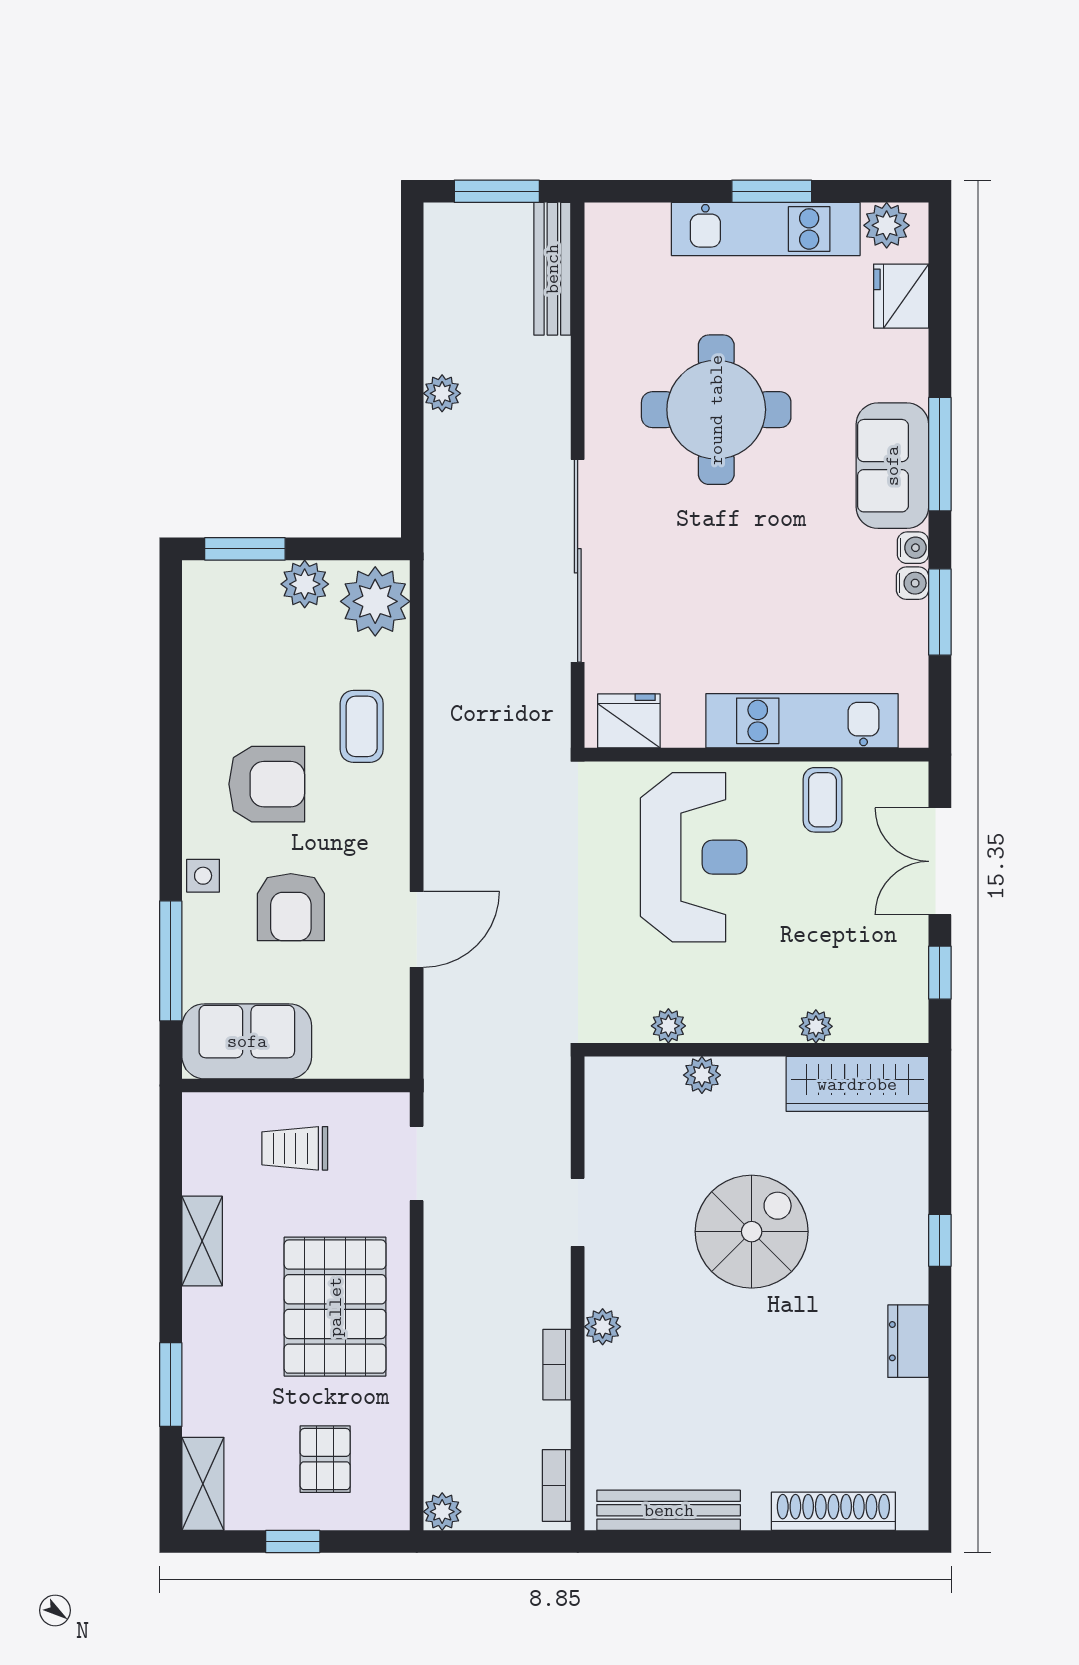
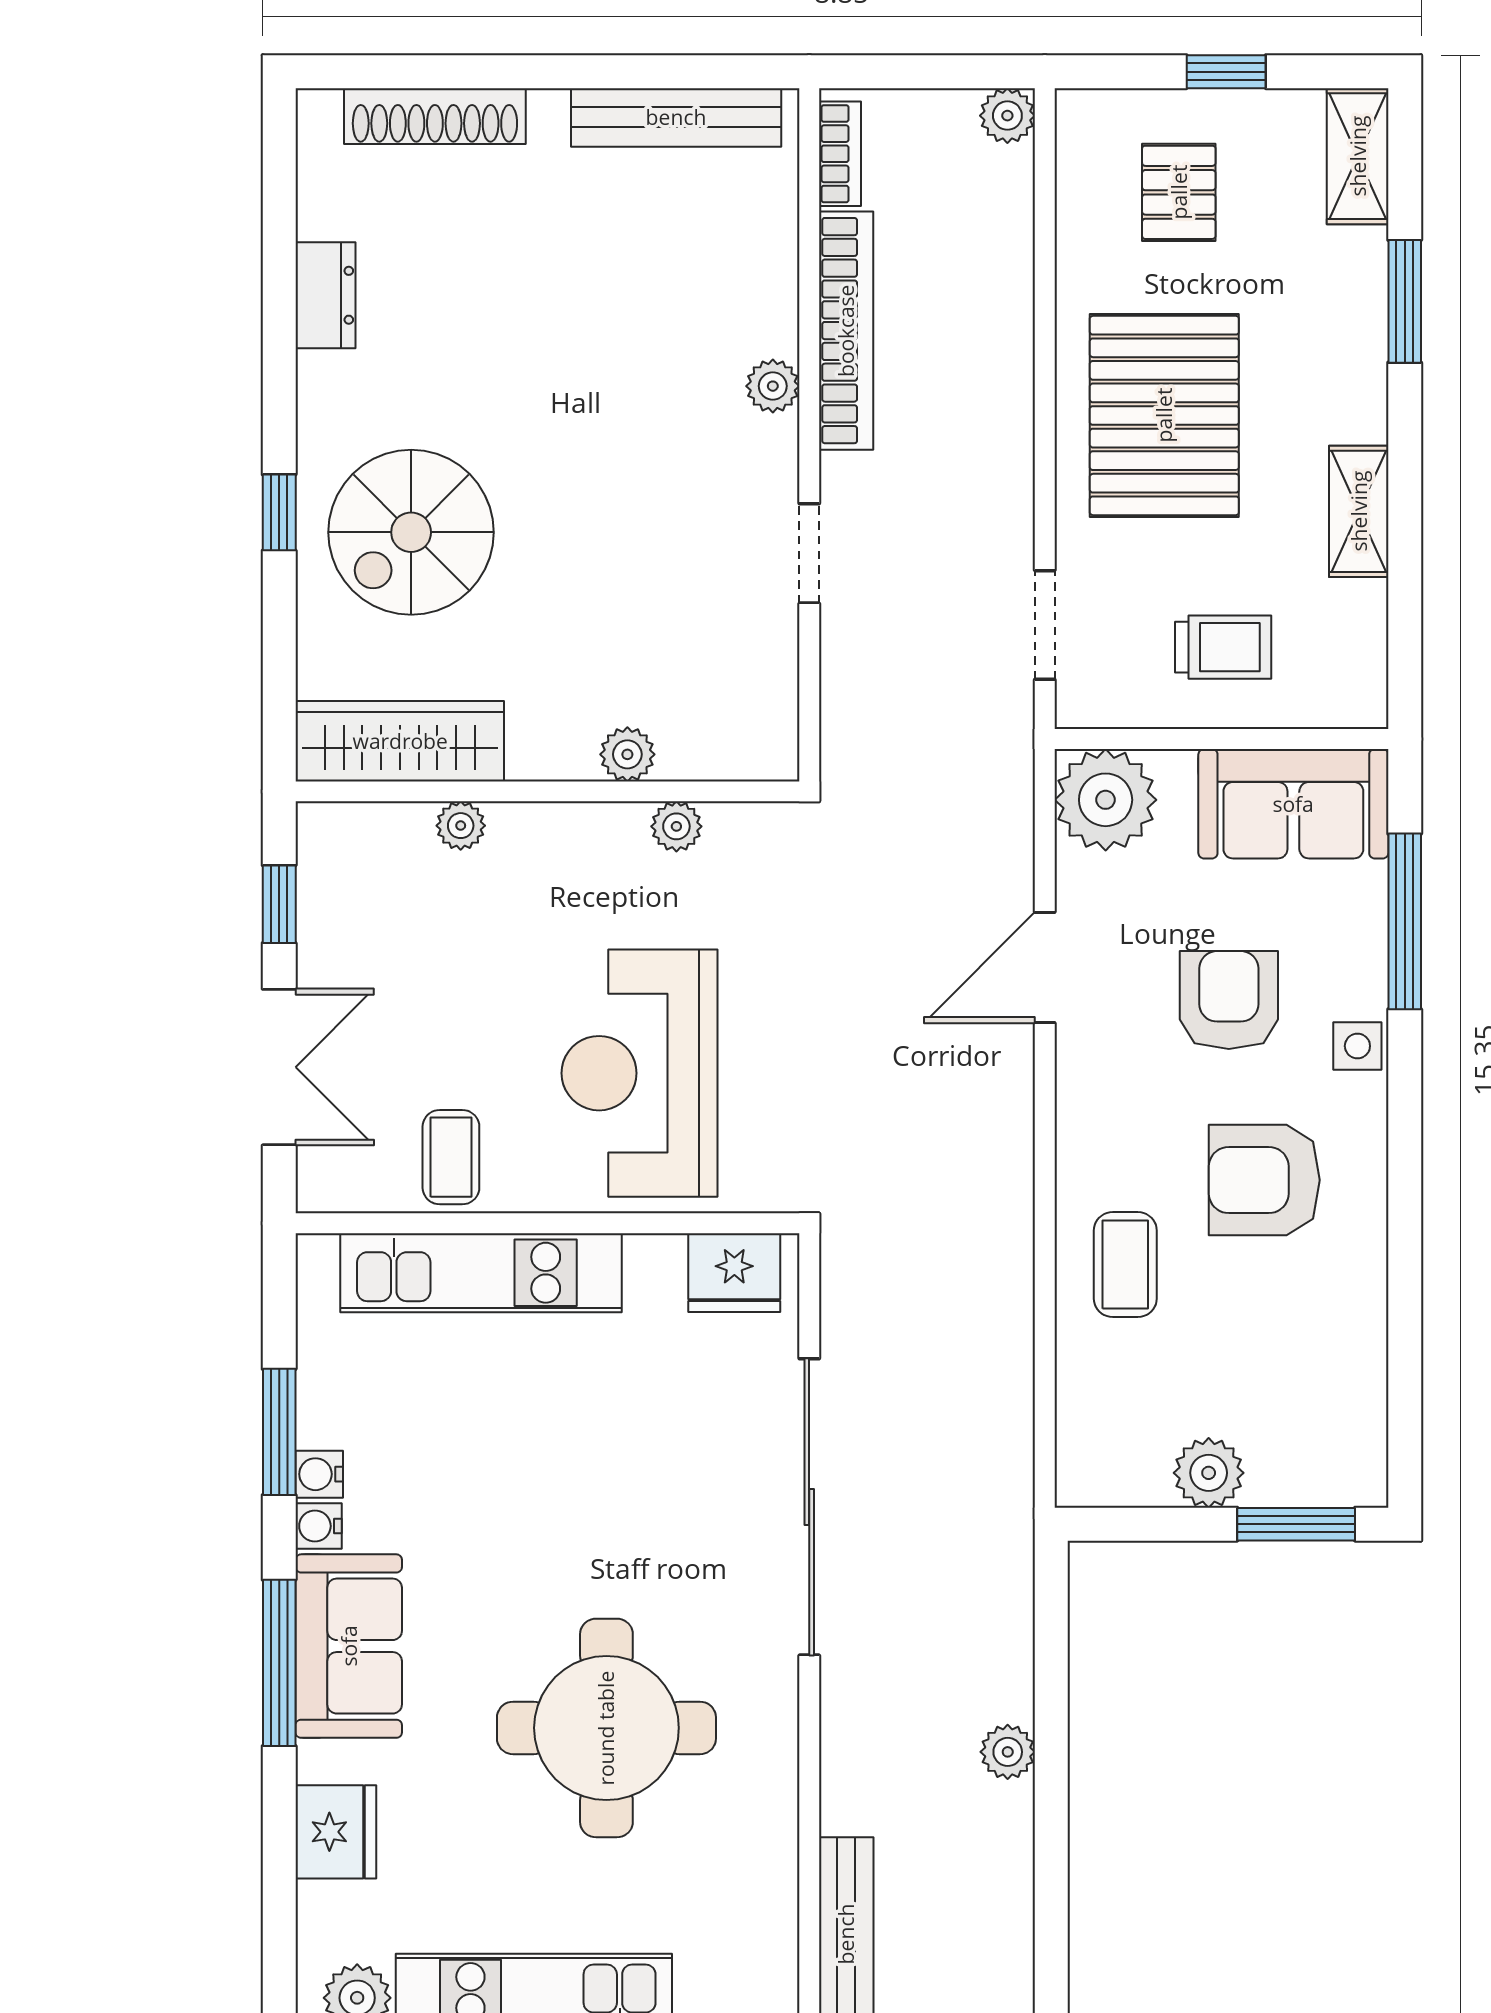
fridge: (901, 296) -> (336, 1832), moved
plant: (375, 601) -> (1106, 800), moved
spiral stairs: (752, 1232) -> (411, 532), moved
dresser: (908, 1341) -> (325, 295), moved
bookcase: (557, 1365) -> (846, 331), width x2.31, depth x1.31

